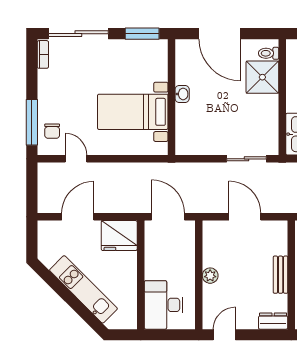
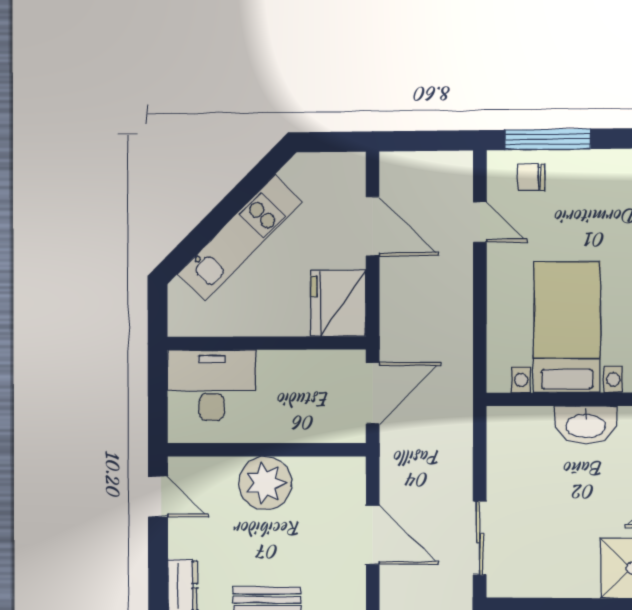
washbasin: (182, 94) -> (585, 425), width x1.91, depth x1.45
door: (76, 159) -> (480, 222), hinge flipped
door: (245, 217) -> (373, 535), hinge flipped
plant: (210, 276) -> (265, 483), width x1.87, depth x1.87

